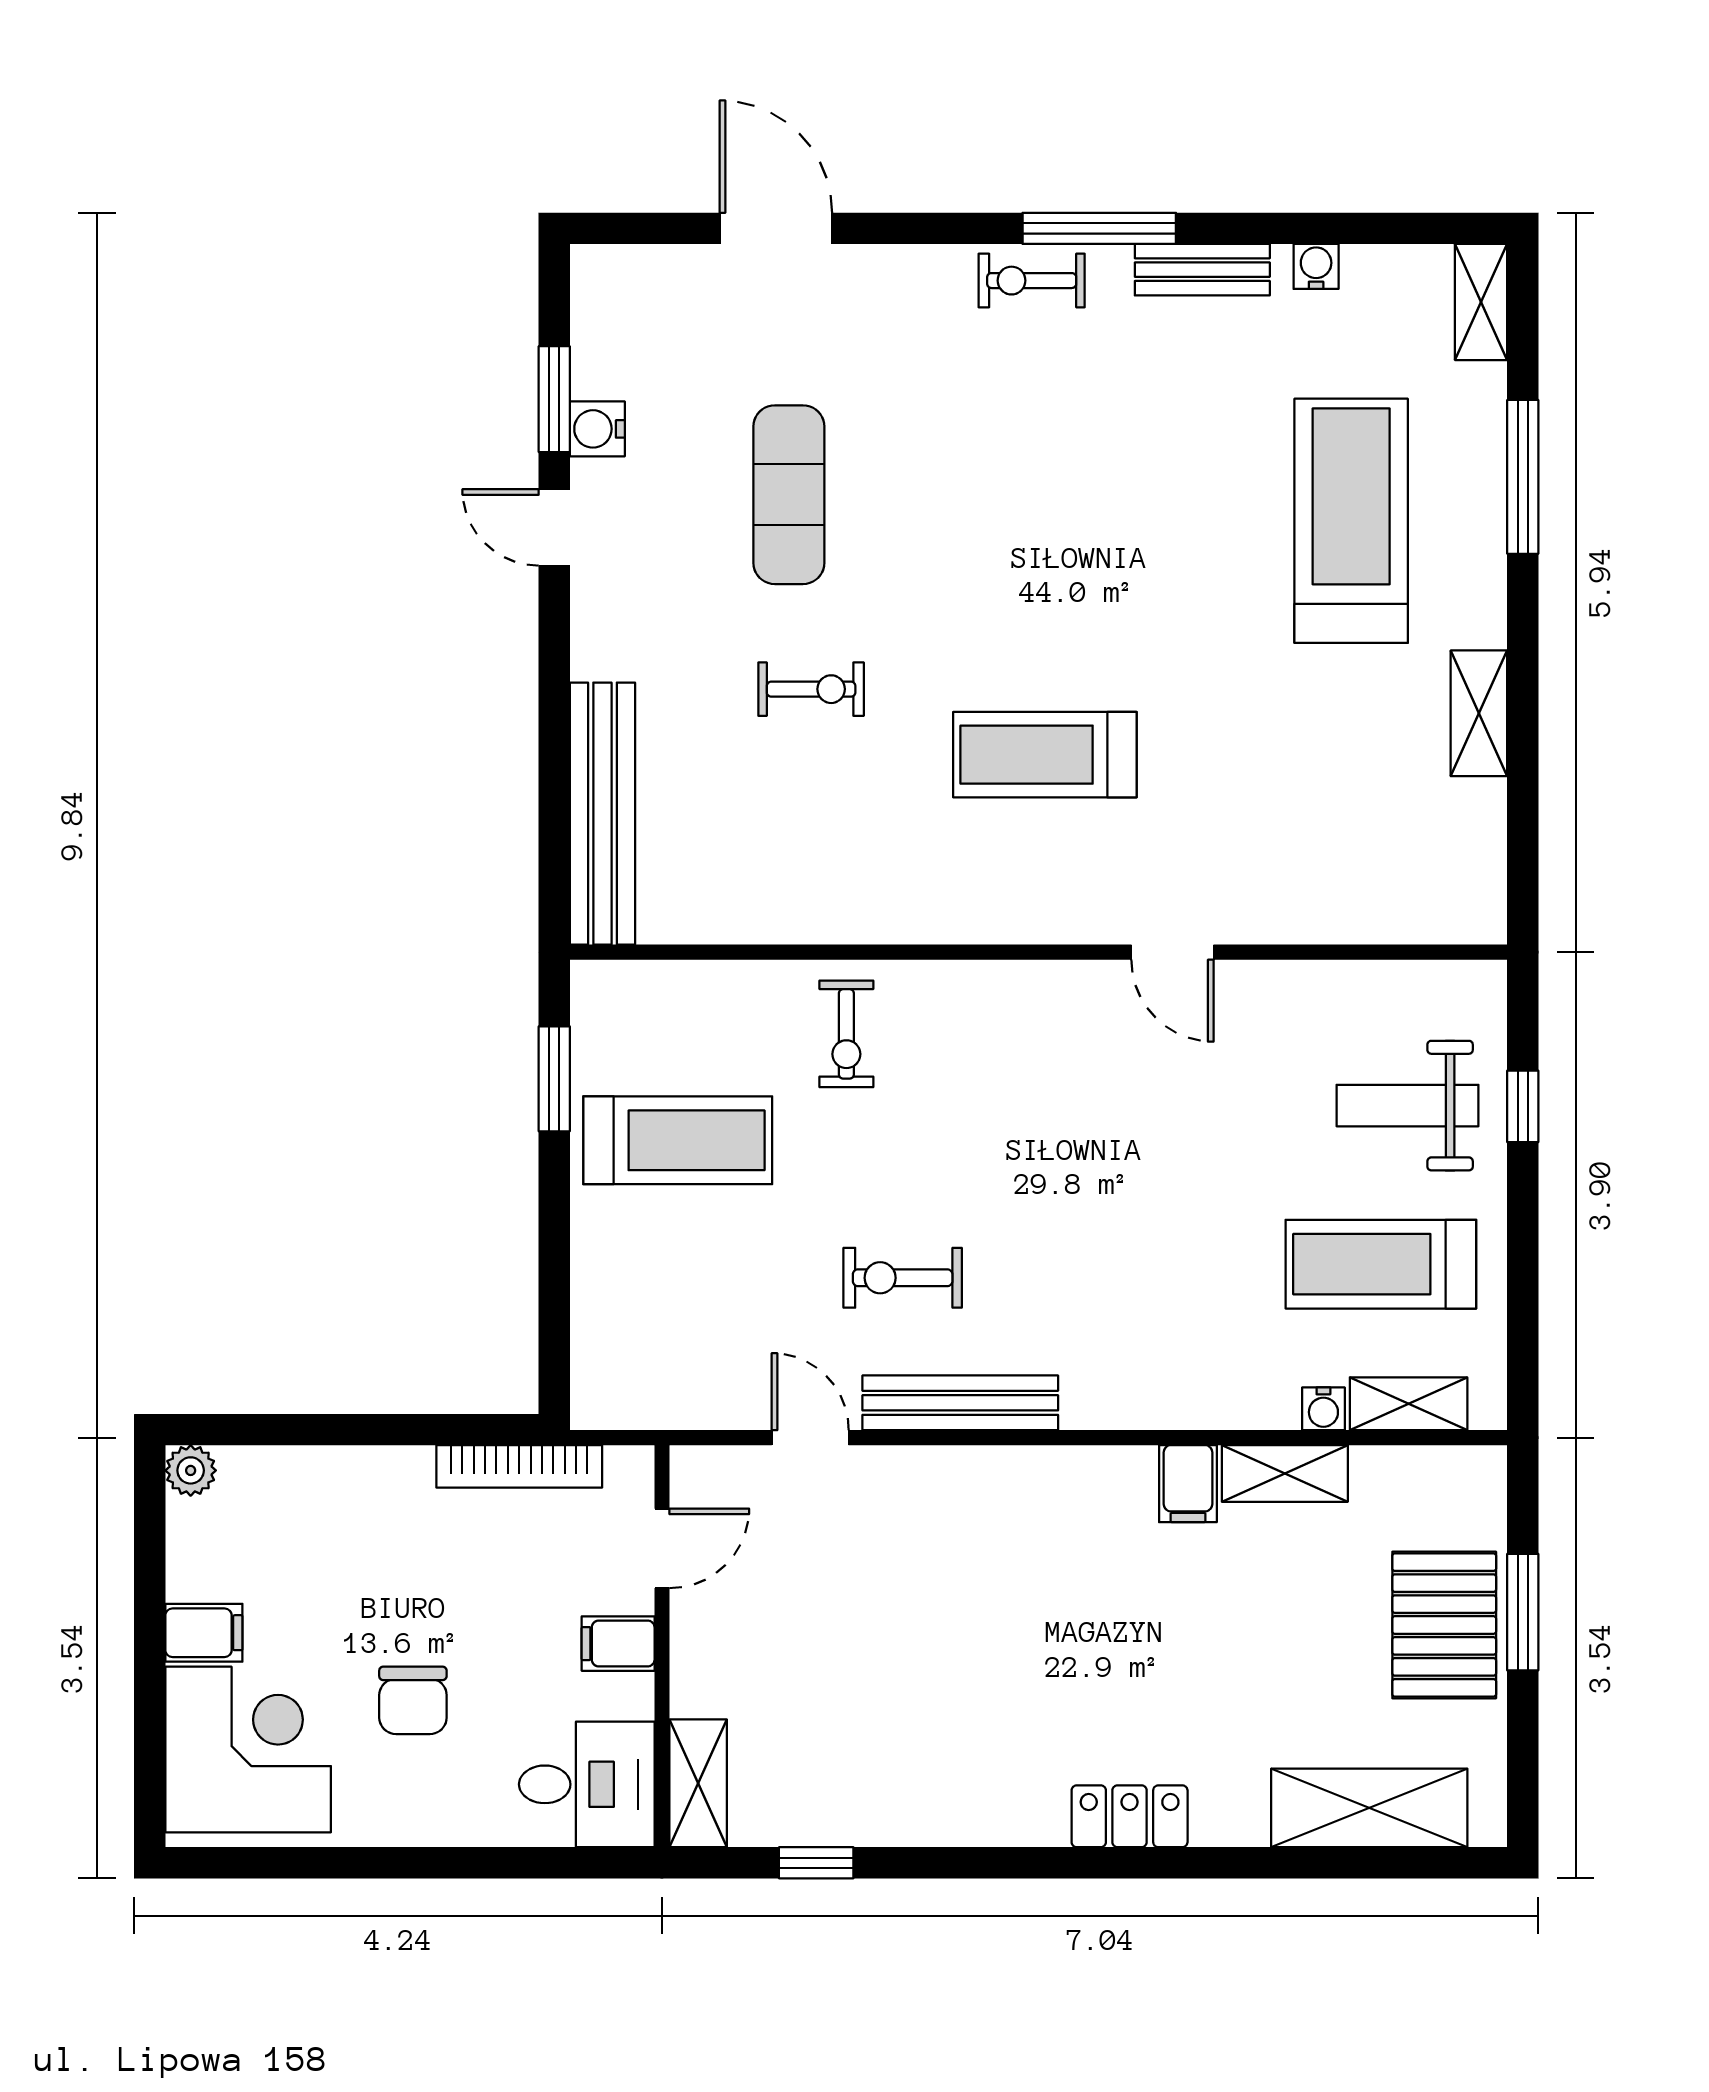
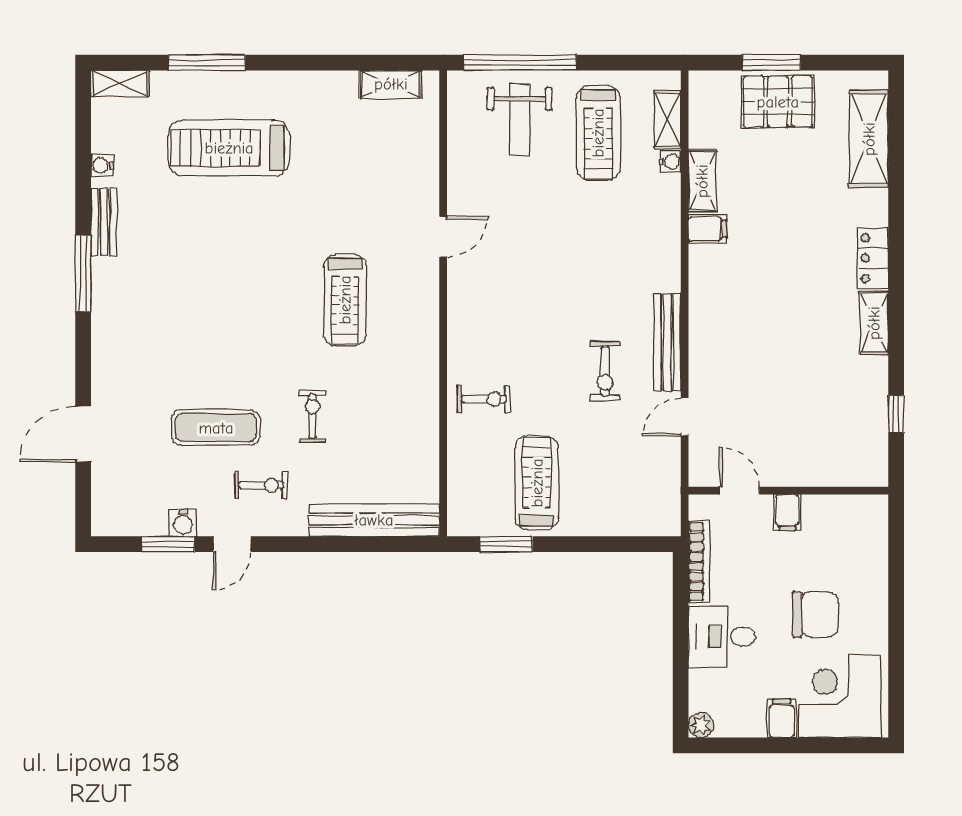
exercise bike: (1032, 281) -> (261, 485), moved, turned -90
shelving: (1479, 713) -> (391, 84), moved
window: (1523, 1106) -> (520, 63), width x3.17
chair: (413, 1700) -> (815, 615), width x1.37, depth x1.37
shelving: (698, 1783) -> (874, 323), moved, turned 90
desk: (587, 1784) -> (722, 637), moved, turned -90

